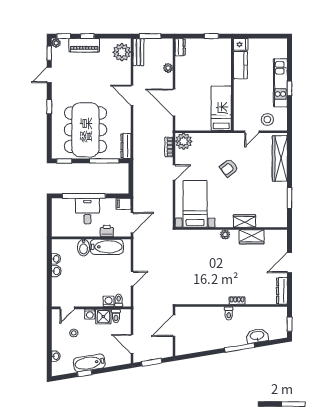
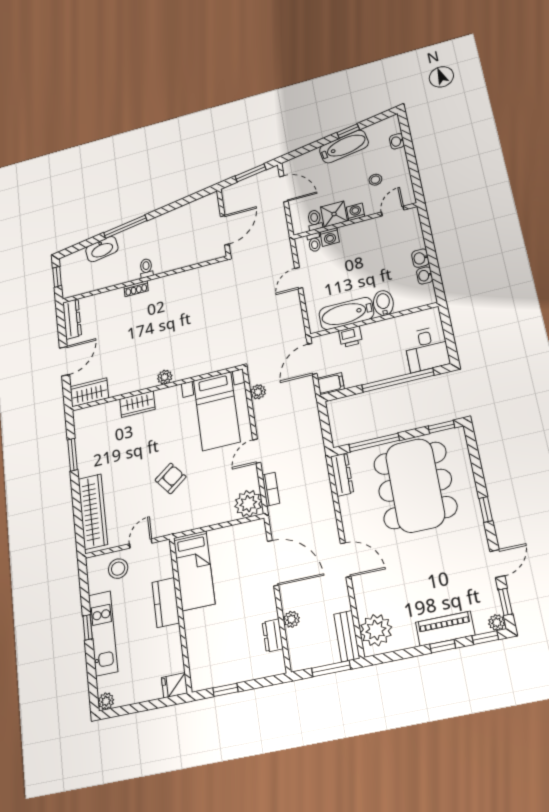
plant: (282, 43) -> (106, 701), added
dresser: (180, 47) -> (273, 635), moved
kitchen counter: (240, 65) -> (166, 603), moved
plant: (168, 210) -> (258, 392), added
desk: (87, 211) -> (427, 349), moved
wardrobe: (252, 237) -> (89, 392), moved

